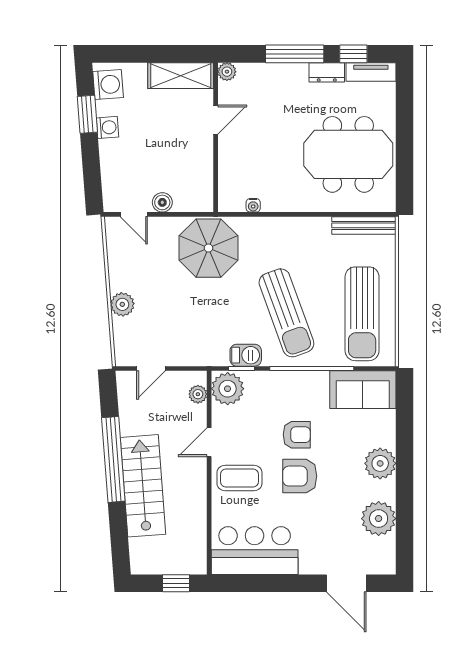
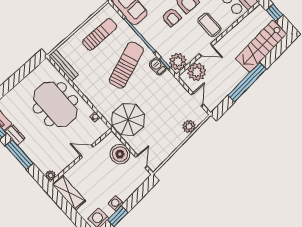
door: (216, 120) -> (87, 151), moved
meeting table: (348, 154) -> (55, 104), moved
boiler: (162, 202) -> (120, 154), width x1.86, depth x1.86
plant: (122, 304) -> (189, 126), moved
sun lounger: (362, 314) -> (100, 34), width x0.73, depth x0.75
door: (151, 368) -> (197, 100), hinge flipped
plant: (198, 394) -> (197, 72), width x1.87, depth x1.87
armchair: (297, 435) -> (172, 17), turned 180
stairs: (143, 486) -> (261, 46), moved

